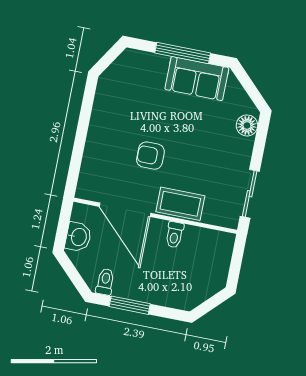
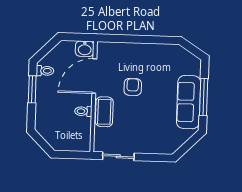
sofa: (197, 79) -> (189, 102), width x1.36
floor lamp: (247, 125) -> (163, 147), removed
washbasin: (78, 237) -> (85, 49), moved

